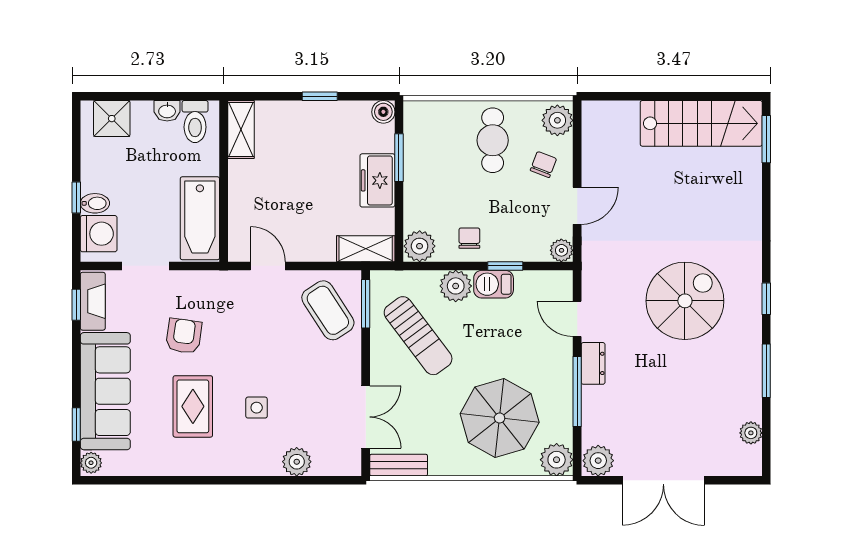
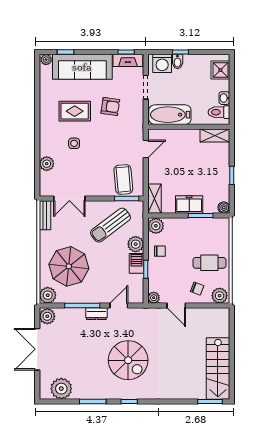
coffee table: (328, 310) -> (123, 179), turned -62
plant: (751, 433) -> (61, 389), width x1.88, depth x1.88

